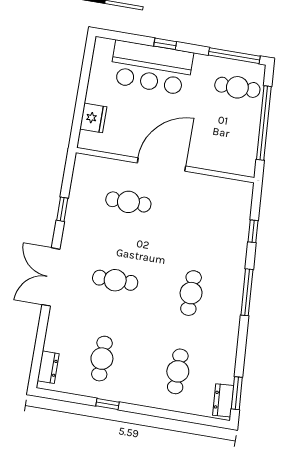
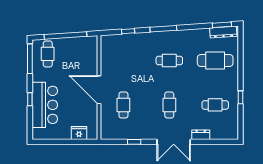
dresser: (48, 367) -> (201, 135), moved
cafe table: (178, 371) -> (215, 61), width x1.37, depth x1.35
dresser: (223, 400) -> (223, 32), width x1.44

